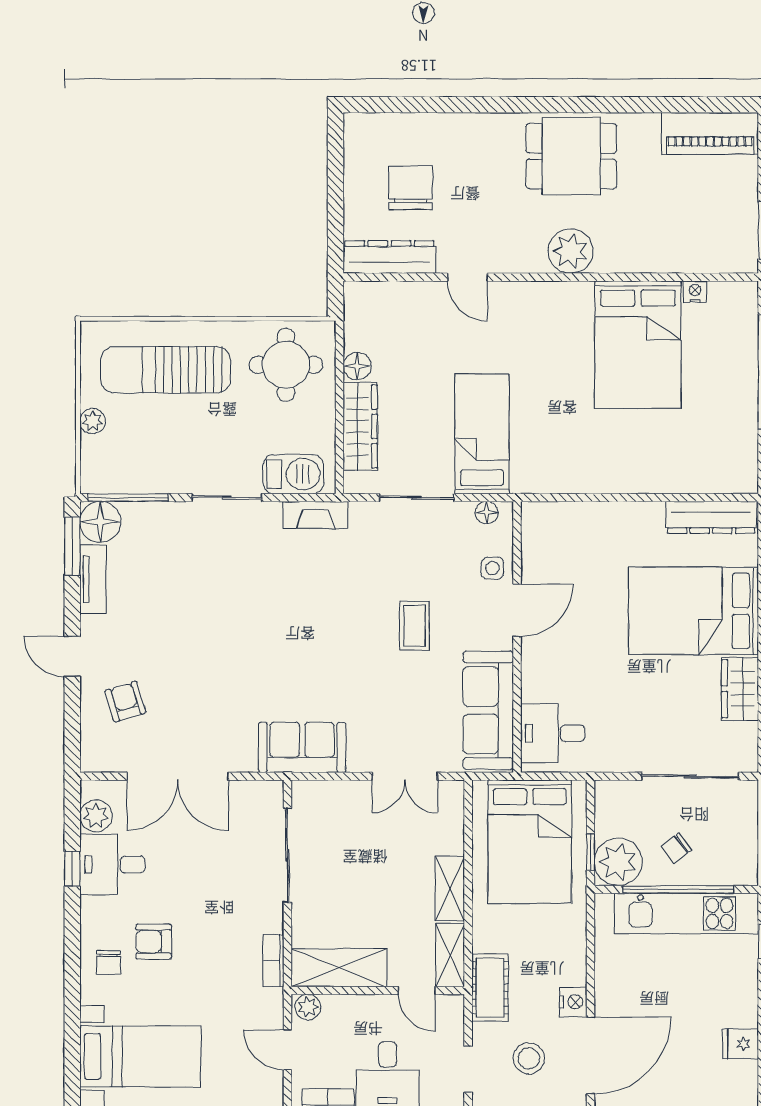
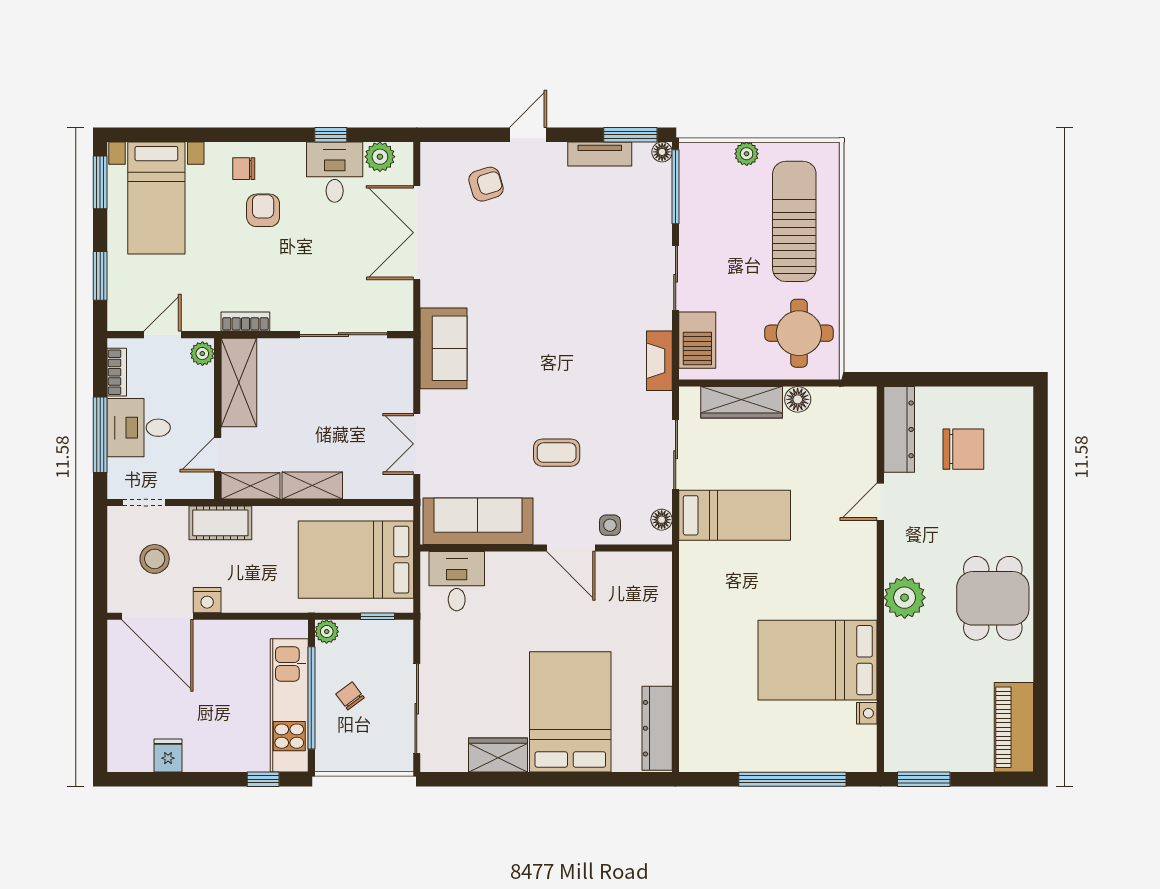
floor lamp: (100, 522) -> (662, 152), width x0.53, depth x0.53
window: (591, 852) -> (378, 616), moved
plant: (618, 862) -> (327, 632), width x0.53, depth x0.53

